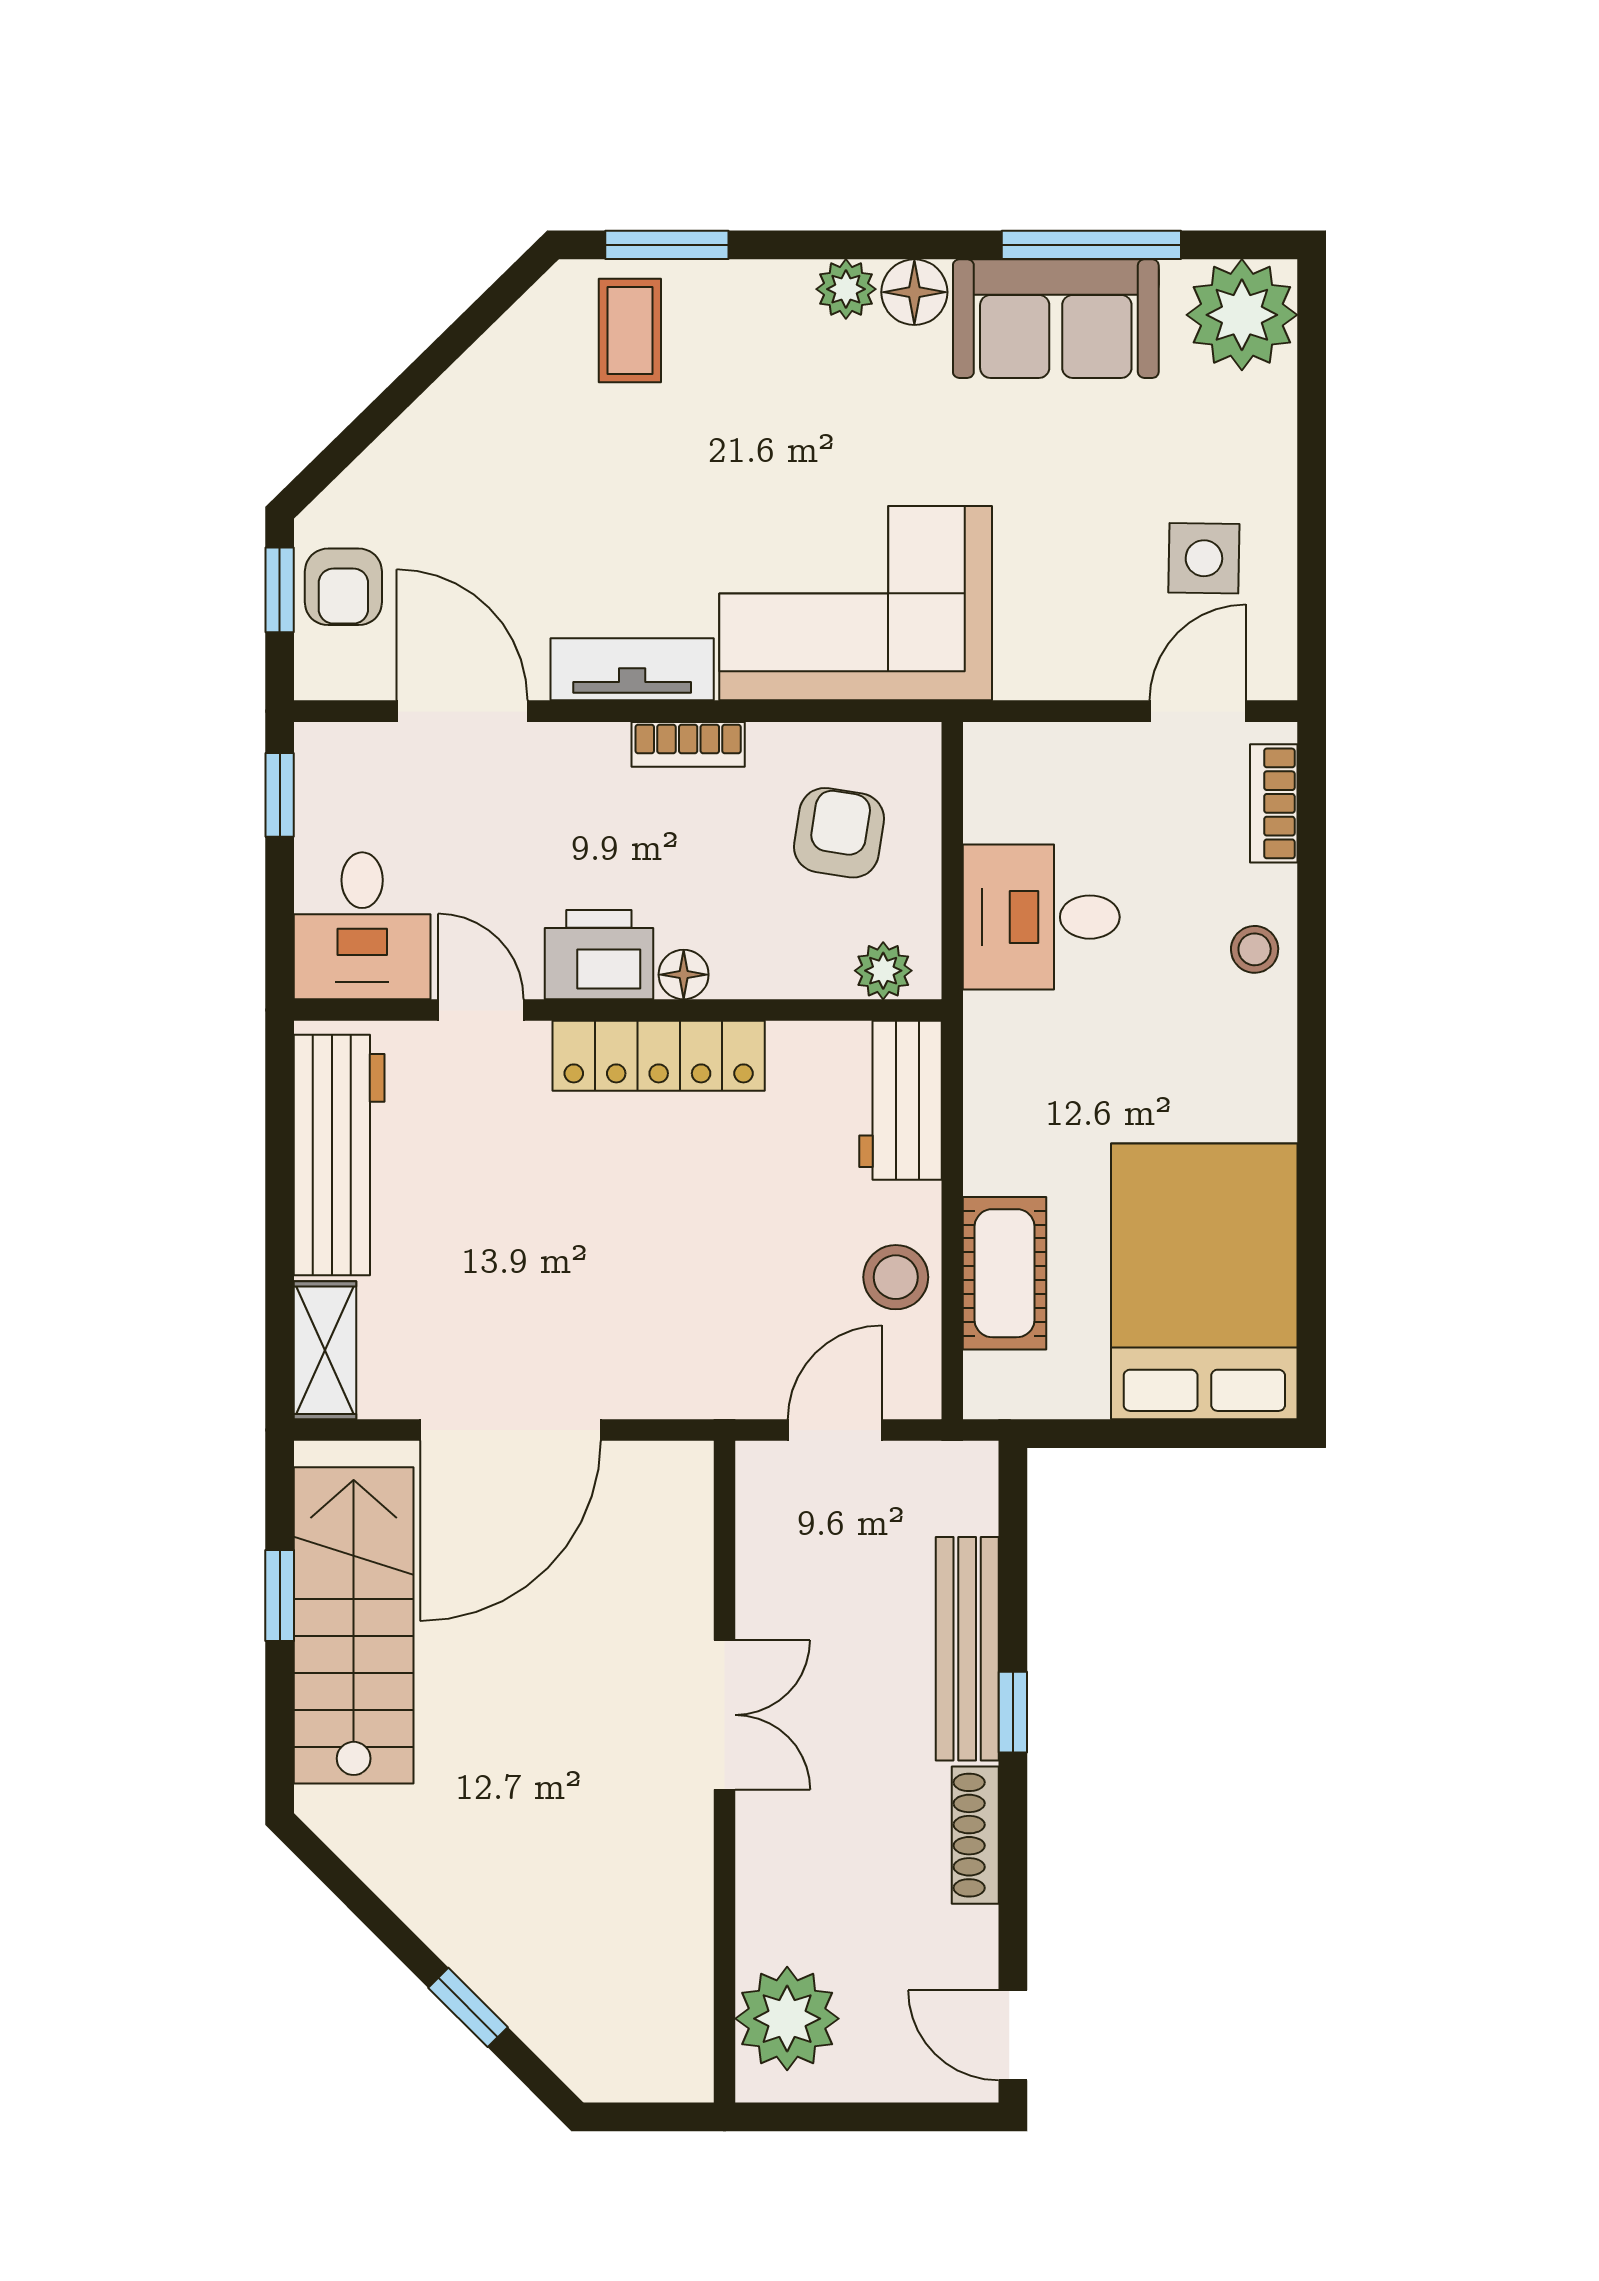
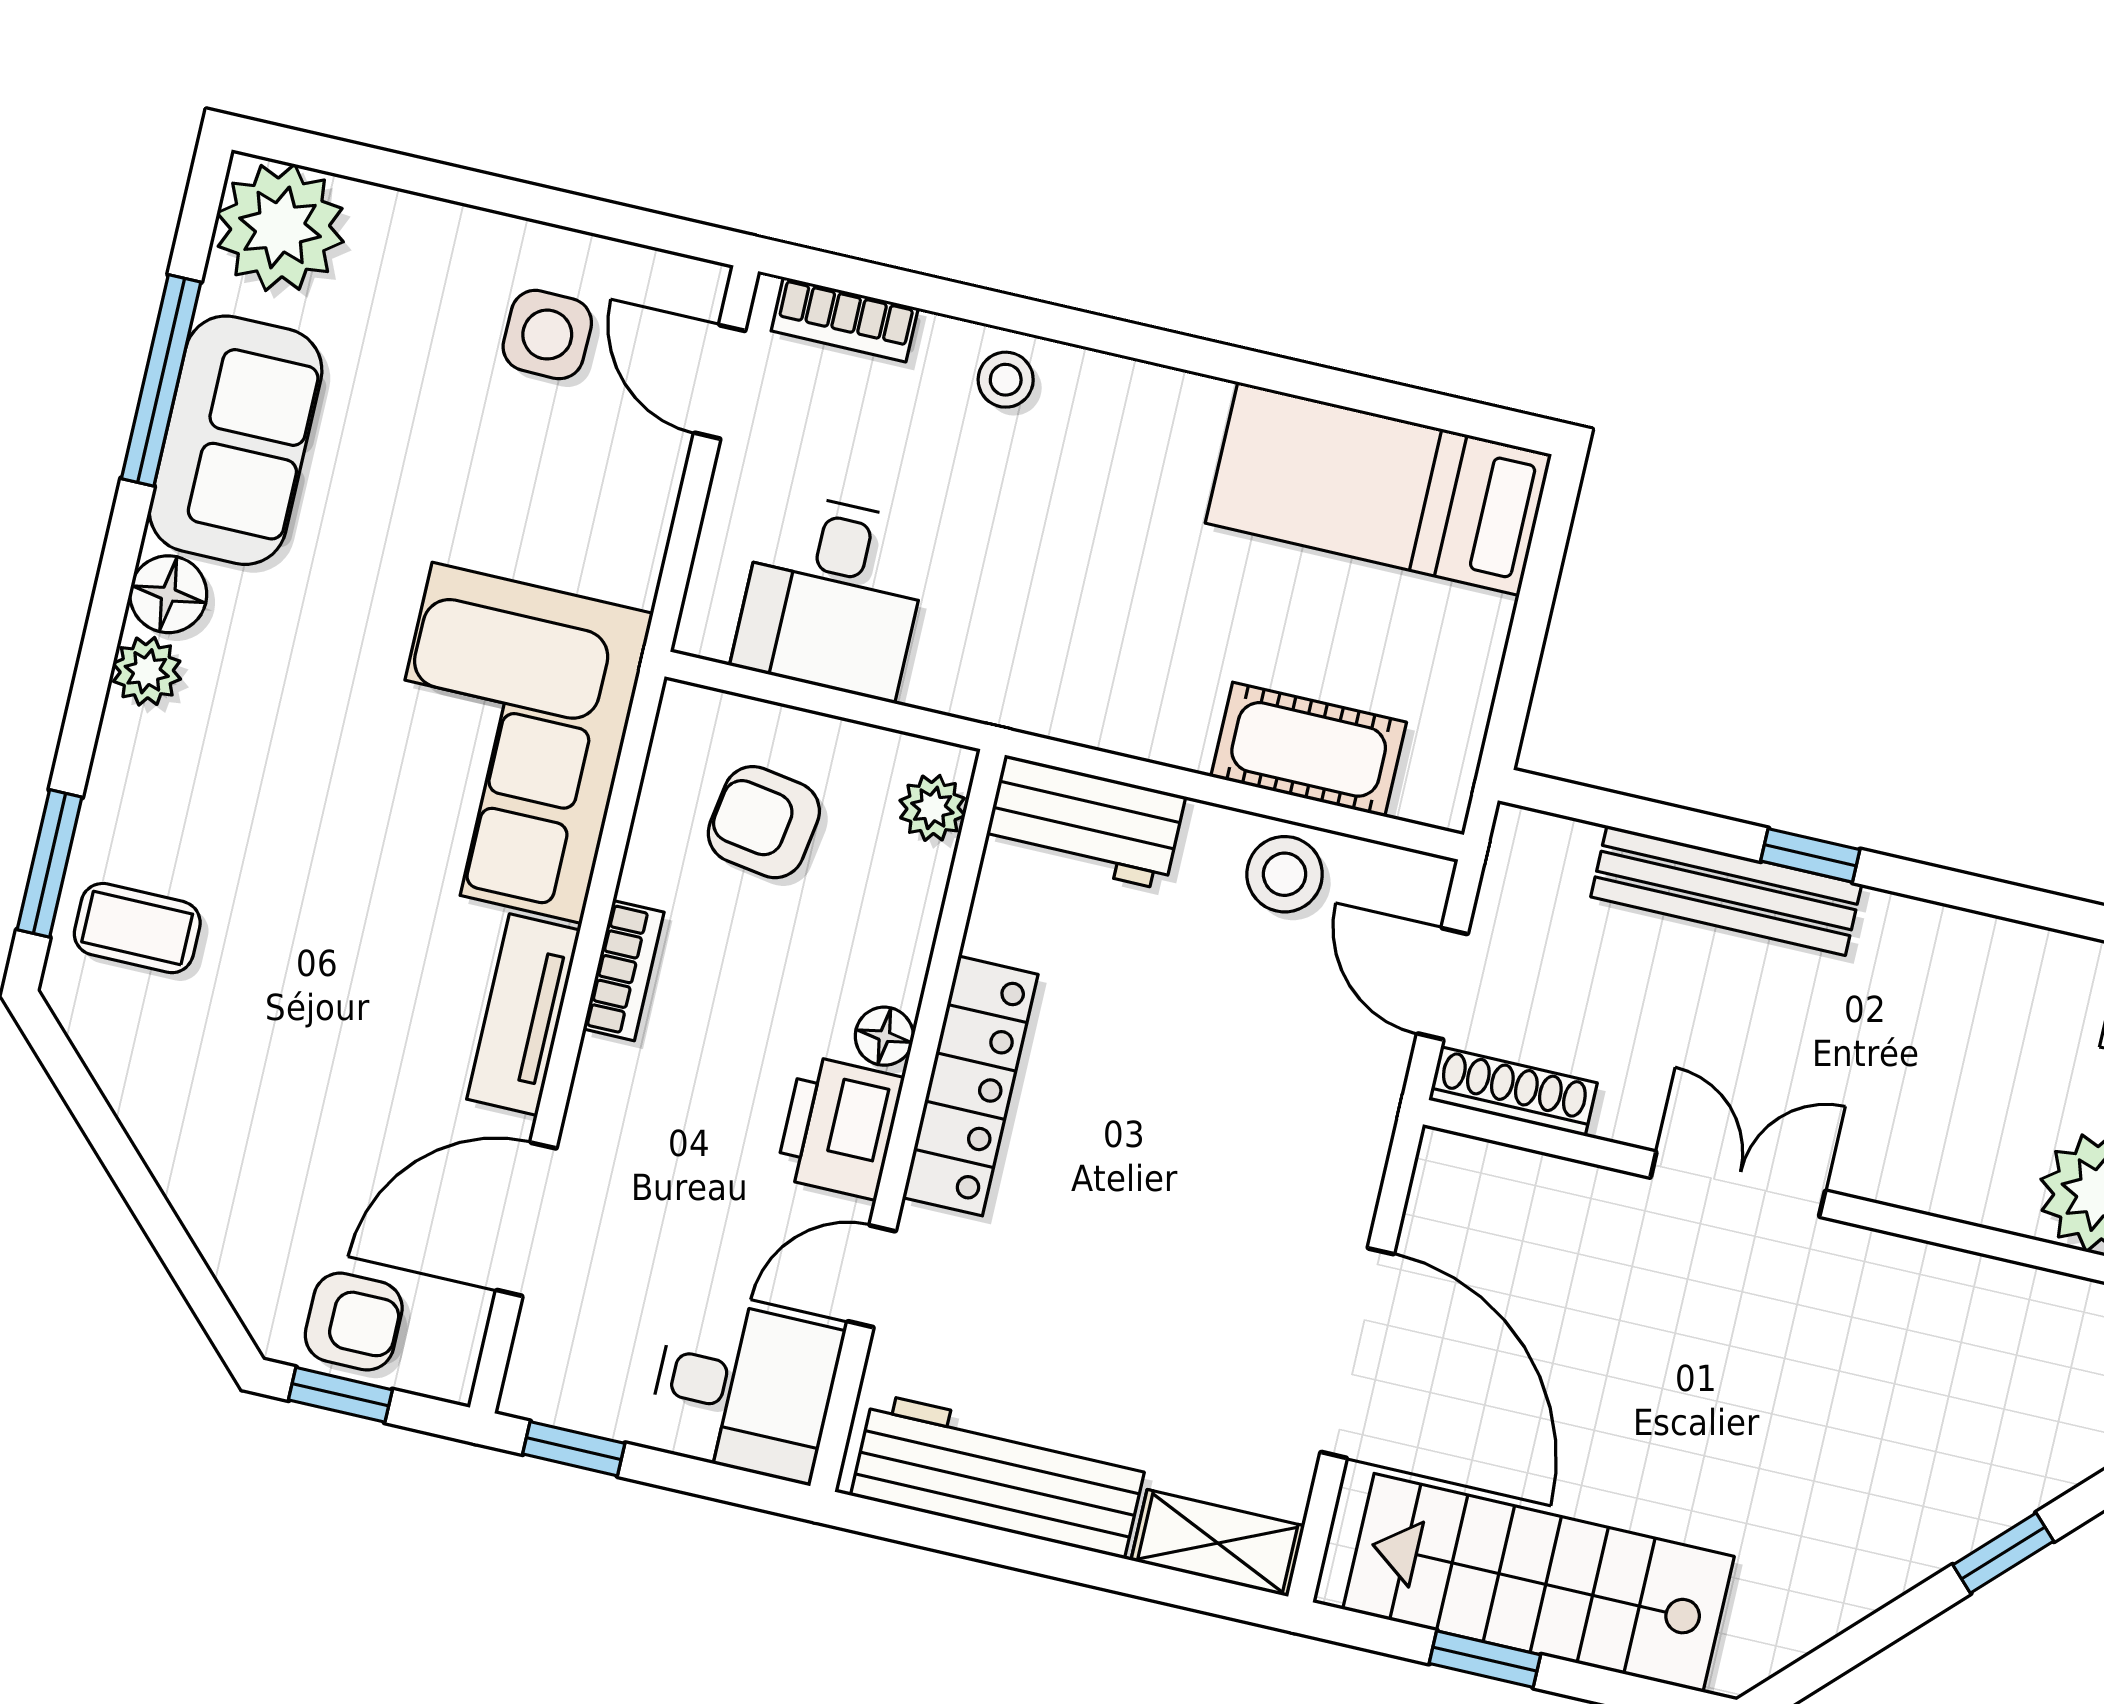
desk: (1041, 917) -> (832, 595), moved
bed: (1204, 1281) -> (1379, 489), width x0.67
shoe rack: (975, 1835) -> (1513, 1091), moved, turned 180

